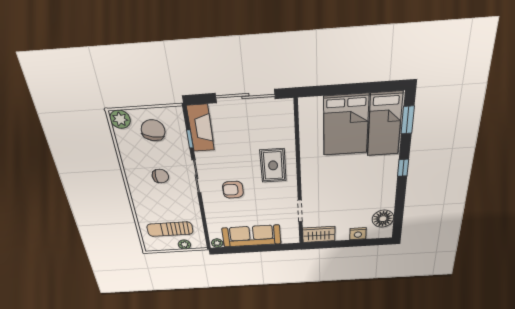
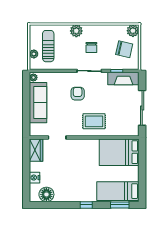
bed: (346, 125) -> (119, 152), moved
plant: (140, 197) -> (76, 31), added

